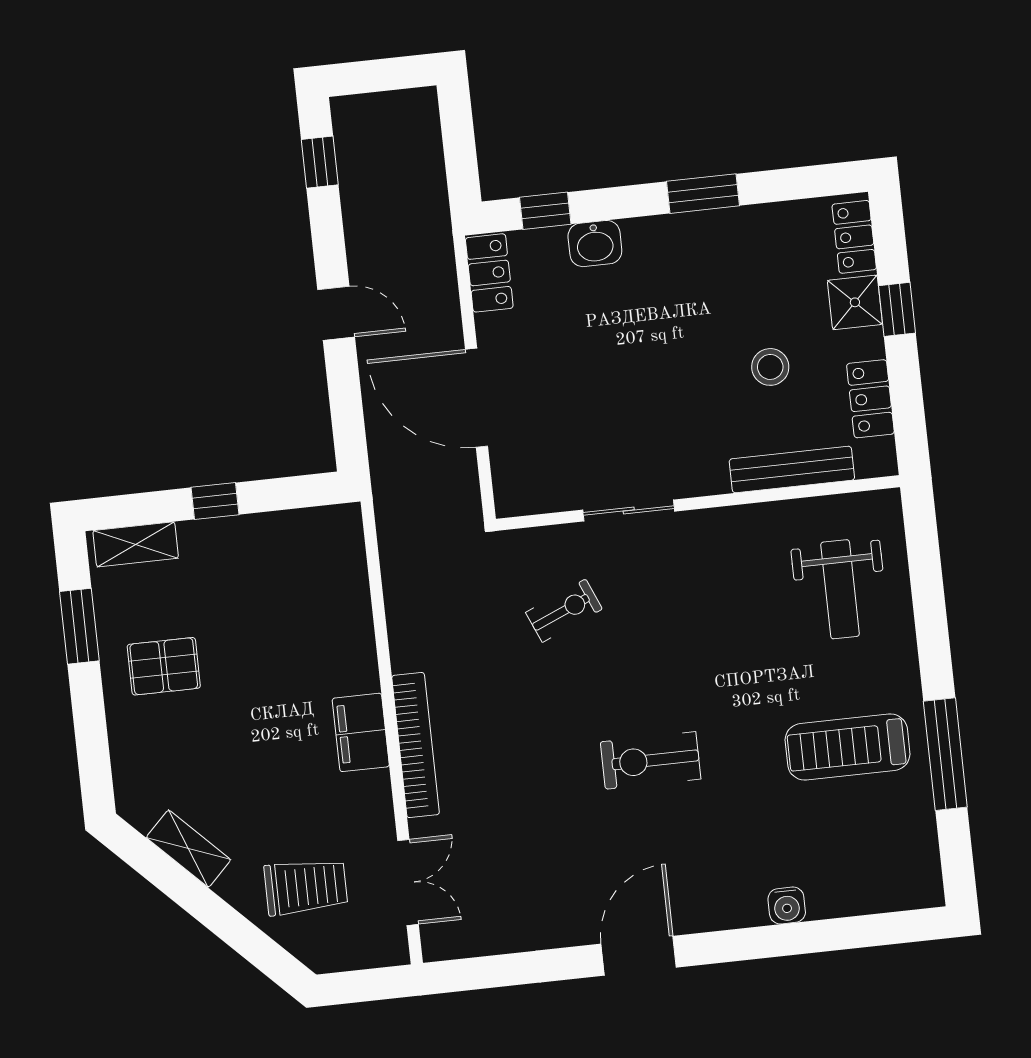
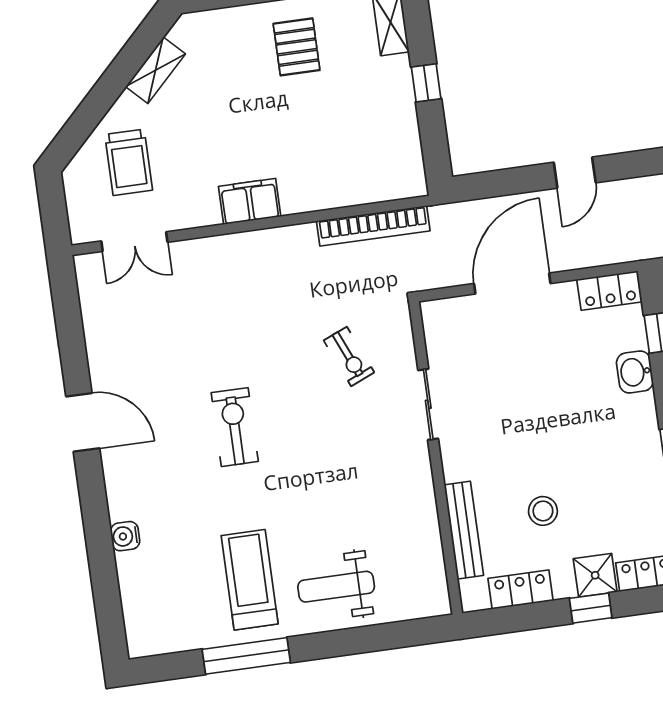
weight bench: (840, 589) -> (336, 587), moved
bookcase: (416, 745) -> (373, 226), moved

